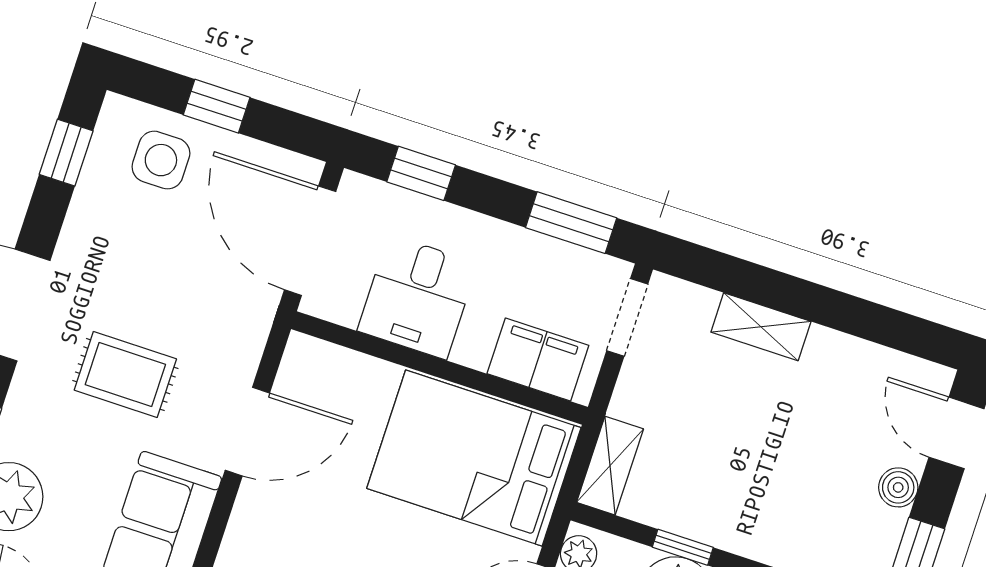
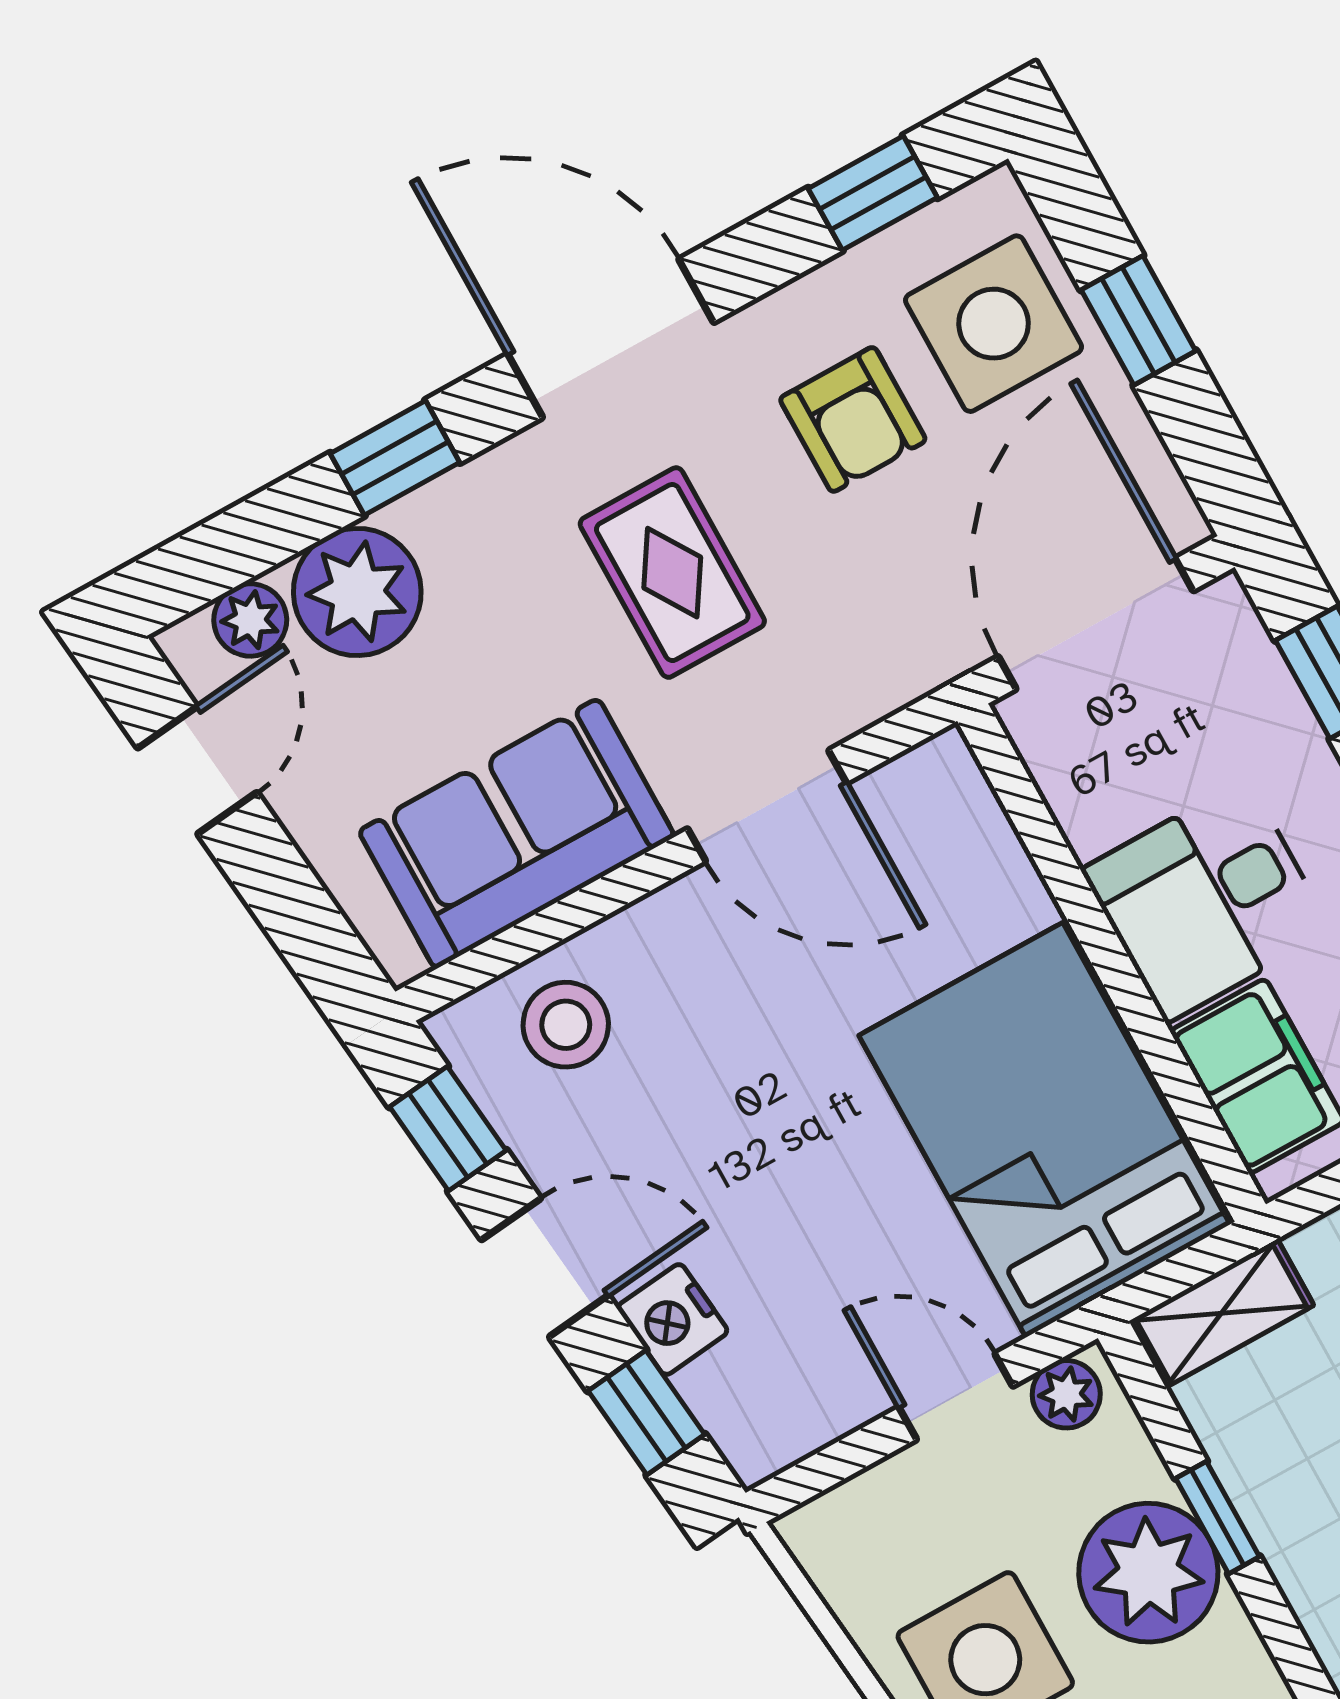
side table: (161, 160) -> (994, 324), width x1.37, depth x1.37
armchair: (141, 249) -> (853, 419), added
desk: (418, 297) -> (1207, 901), moved

